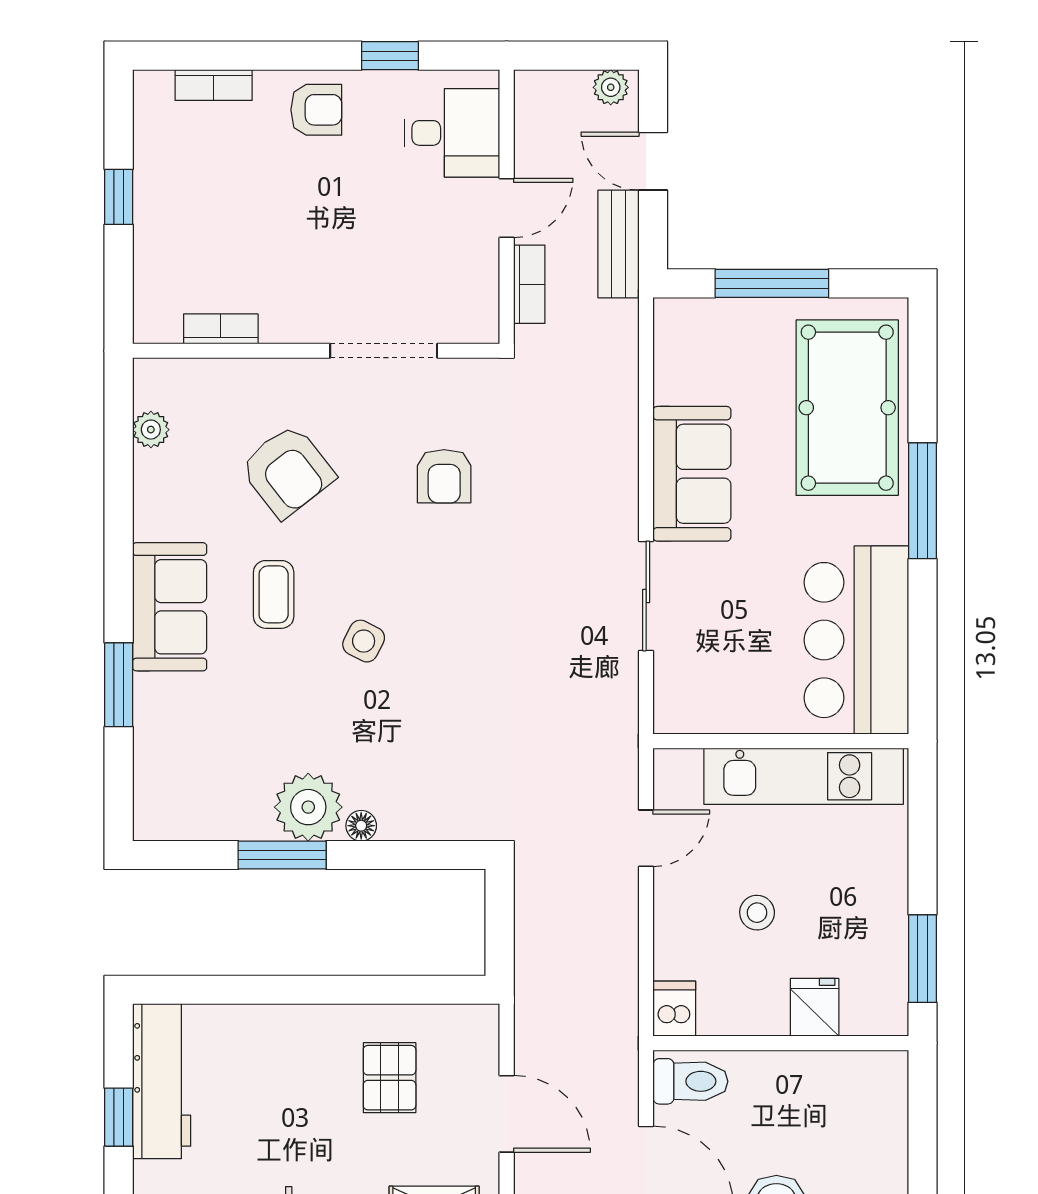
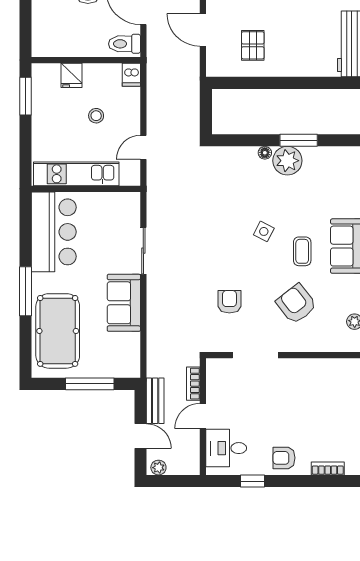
bookcase: (221, 329) -> (325, 365), removed

